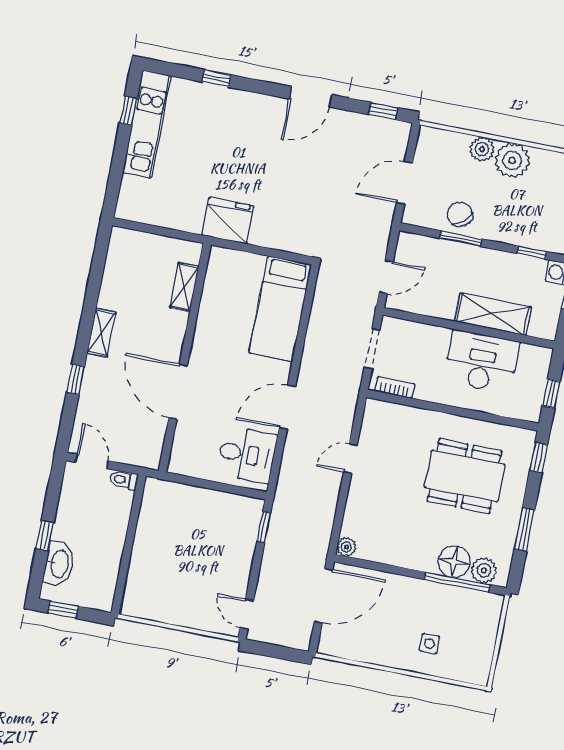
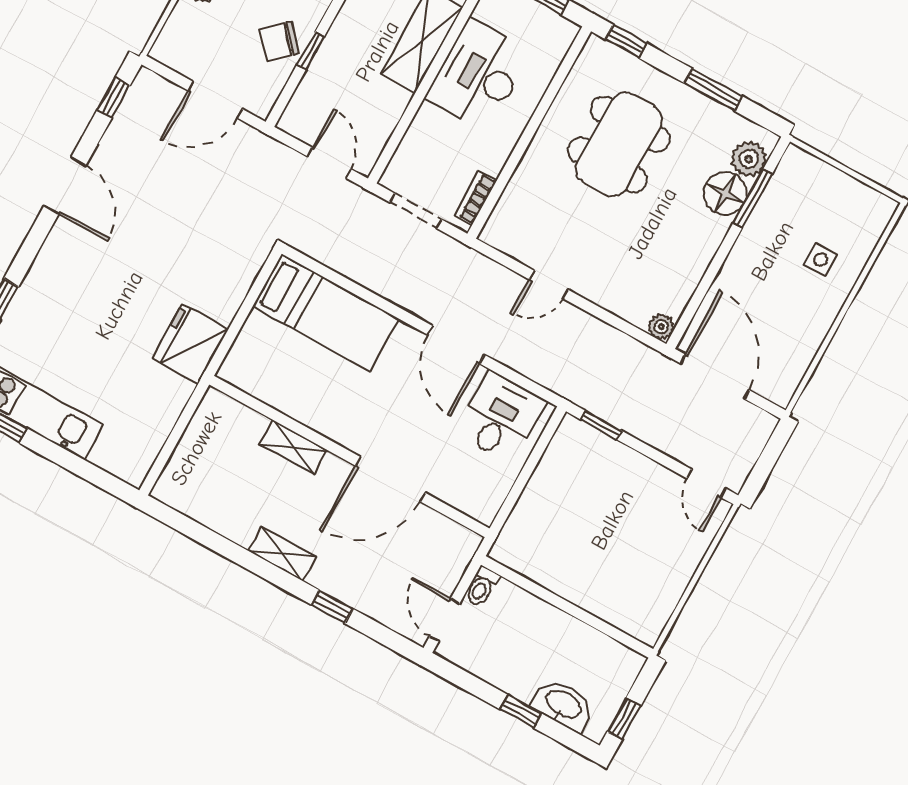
door: (405, 183) -> (215, 100), hinge flipped
window: (461, 239) -> (311, 50), width x0.67
shelving: (184, 287) -> (293, 447), moved
door: (350, 458) -> (549, 285), hinge flipped
door: (92, 461) -> (445, 620), hinge flipped
window: (457, 582) -> (753, 198), width x0.69
door: (247, 614) -> (706, 483), hinge flipped

